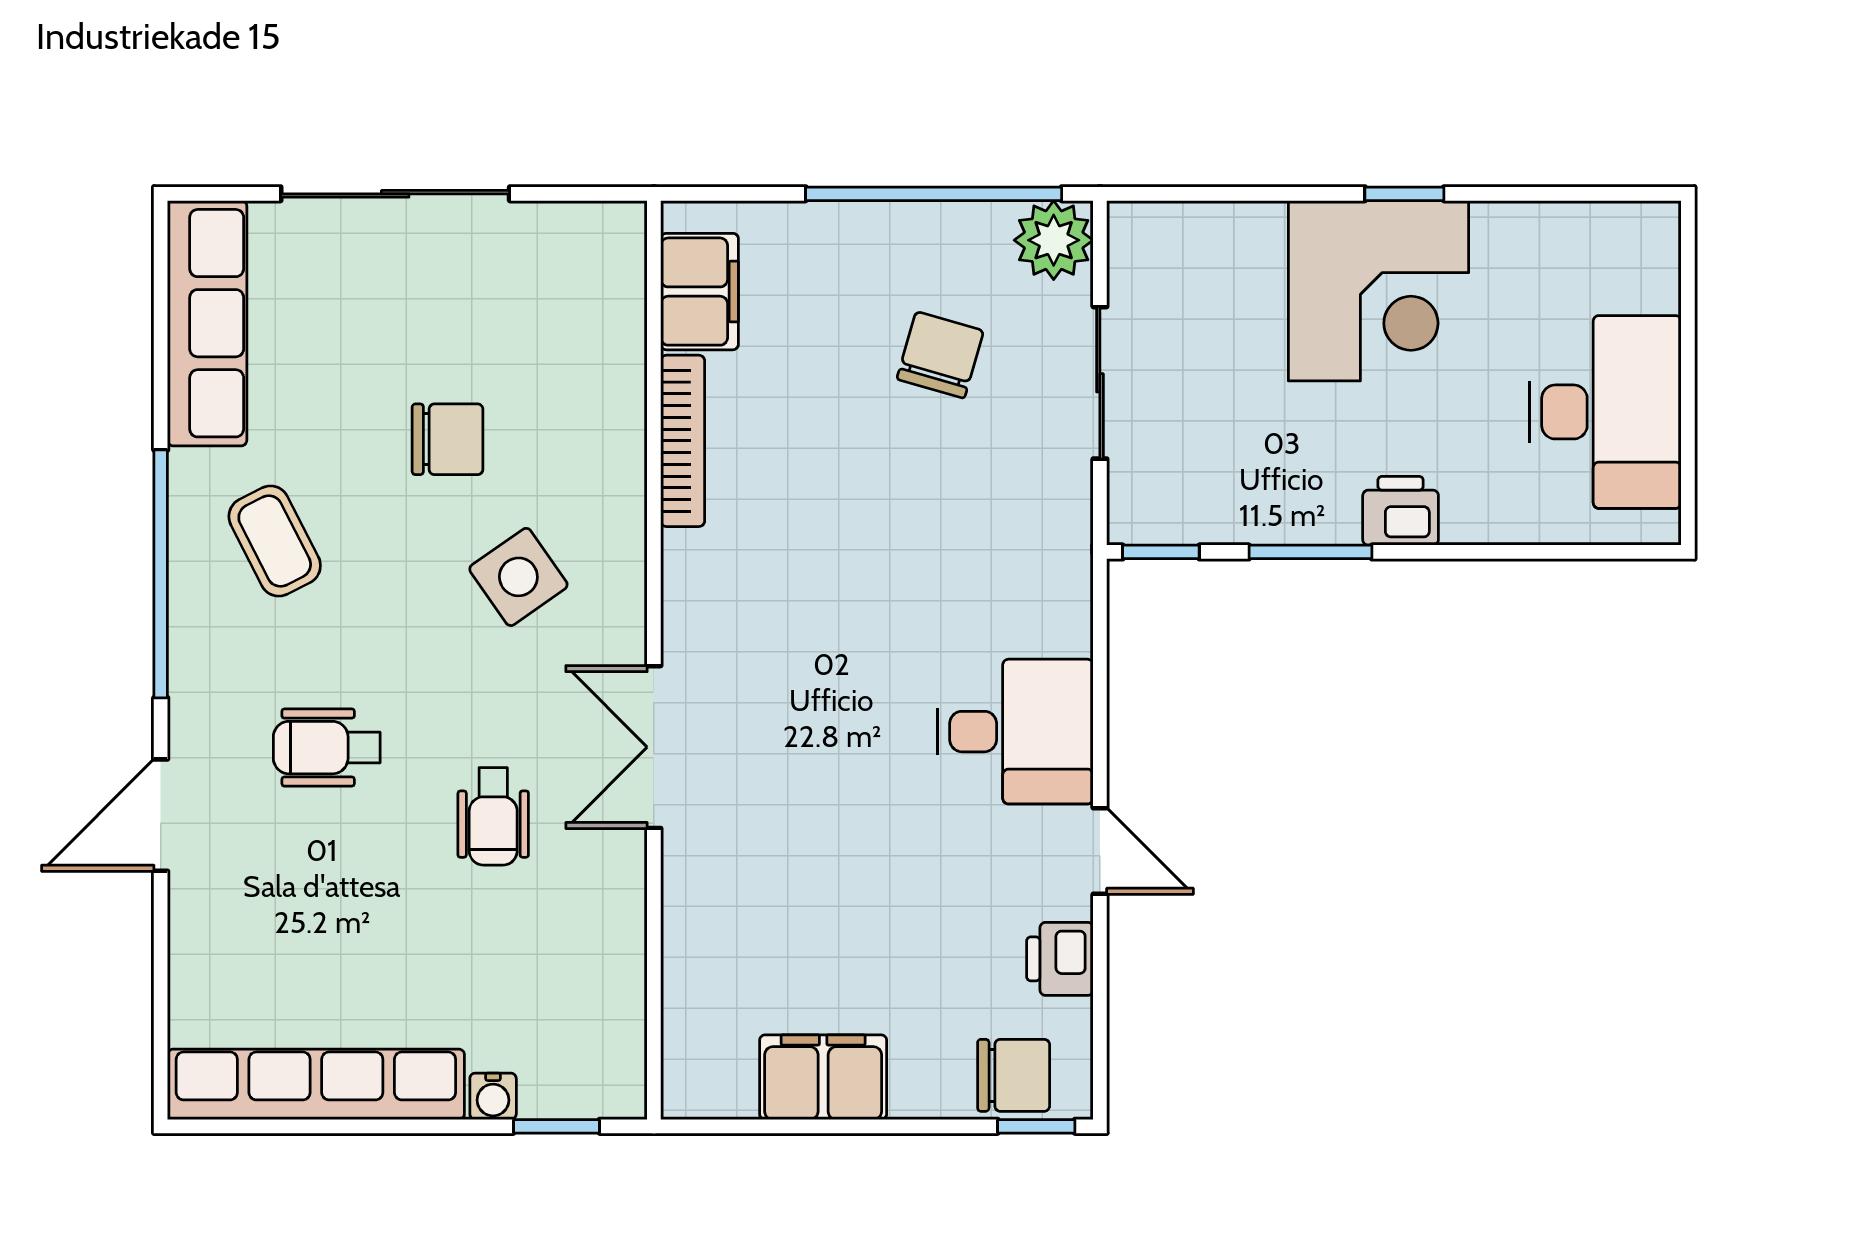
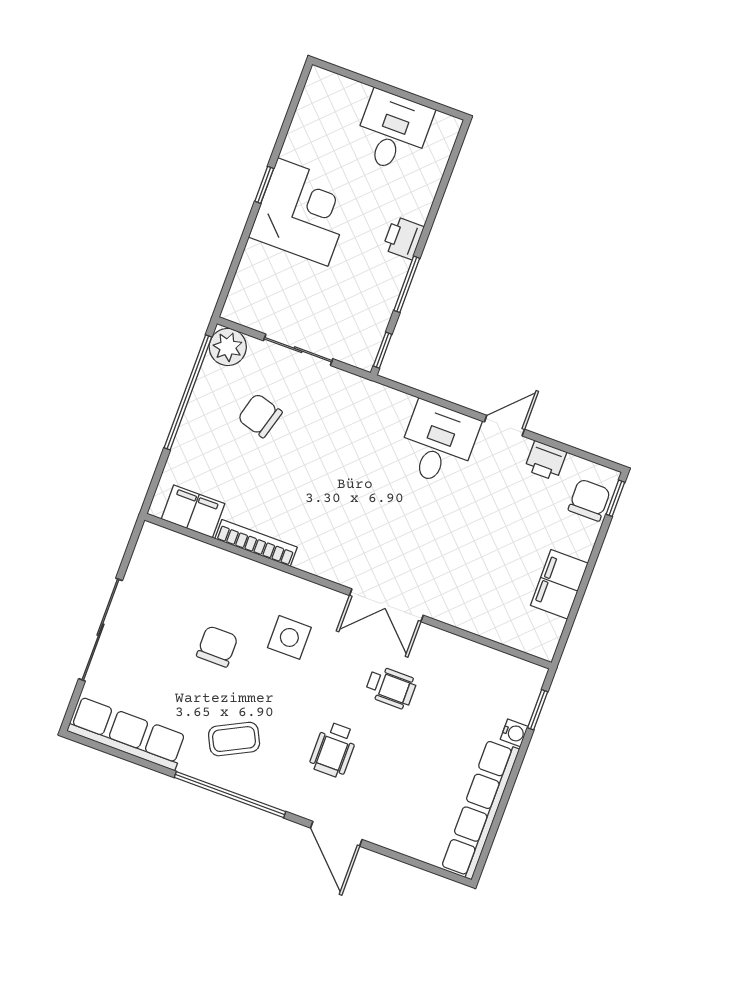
desk: (1605, 412) -> (393, 132), width x0.73
side table: (518, 577) -> (289, 637), turned 35

